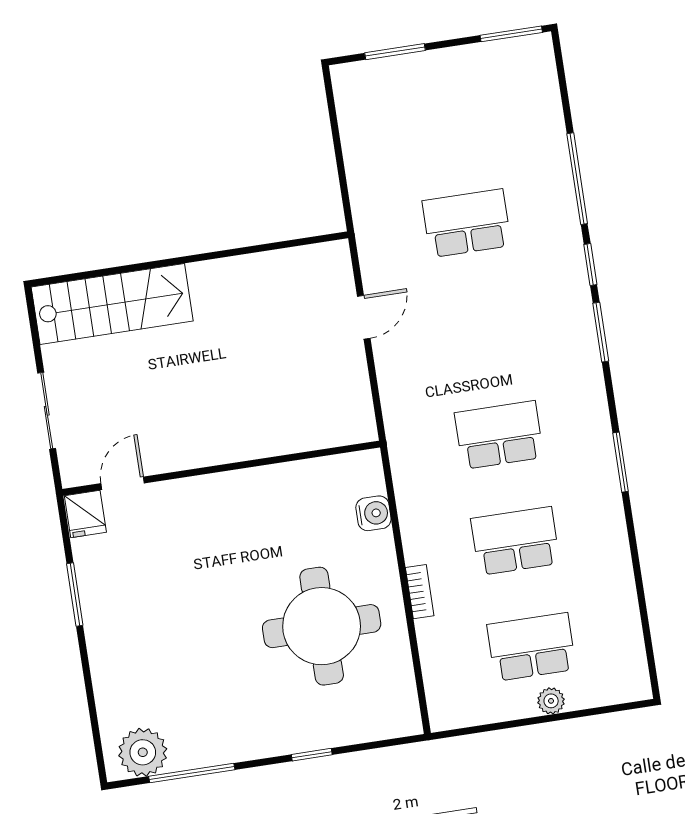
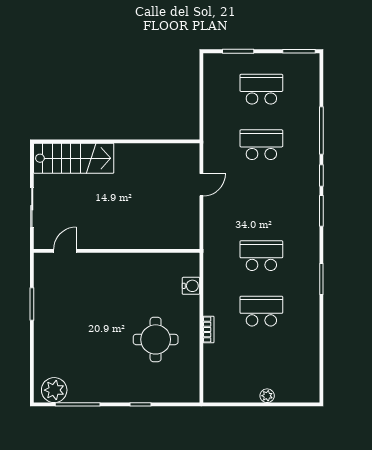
fridge: (85, 514) -> (43, 264), removed
round table: (322, 626) -> (156, 339), width x0.73, depth x0.73
school desk: (531, 647) -> (261, 89), moved

